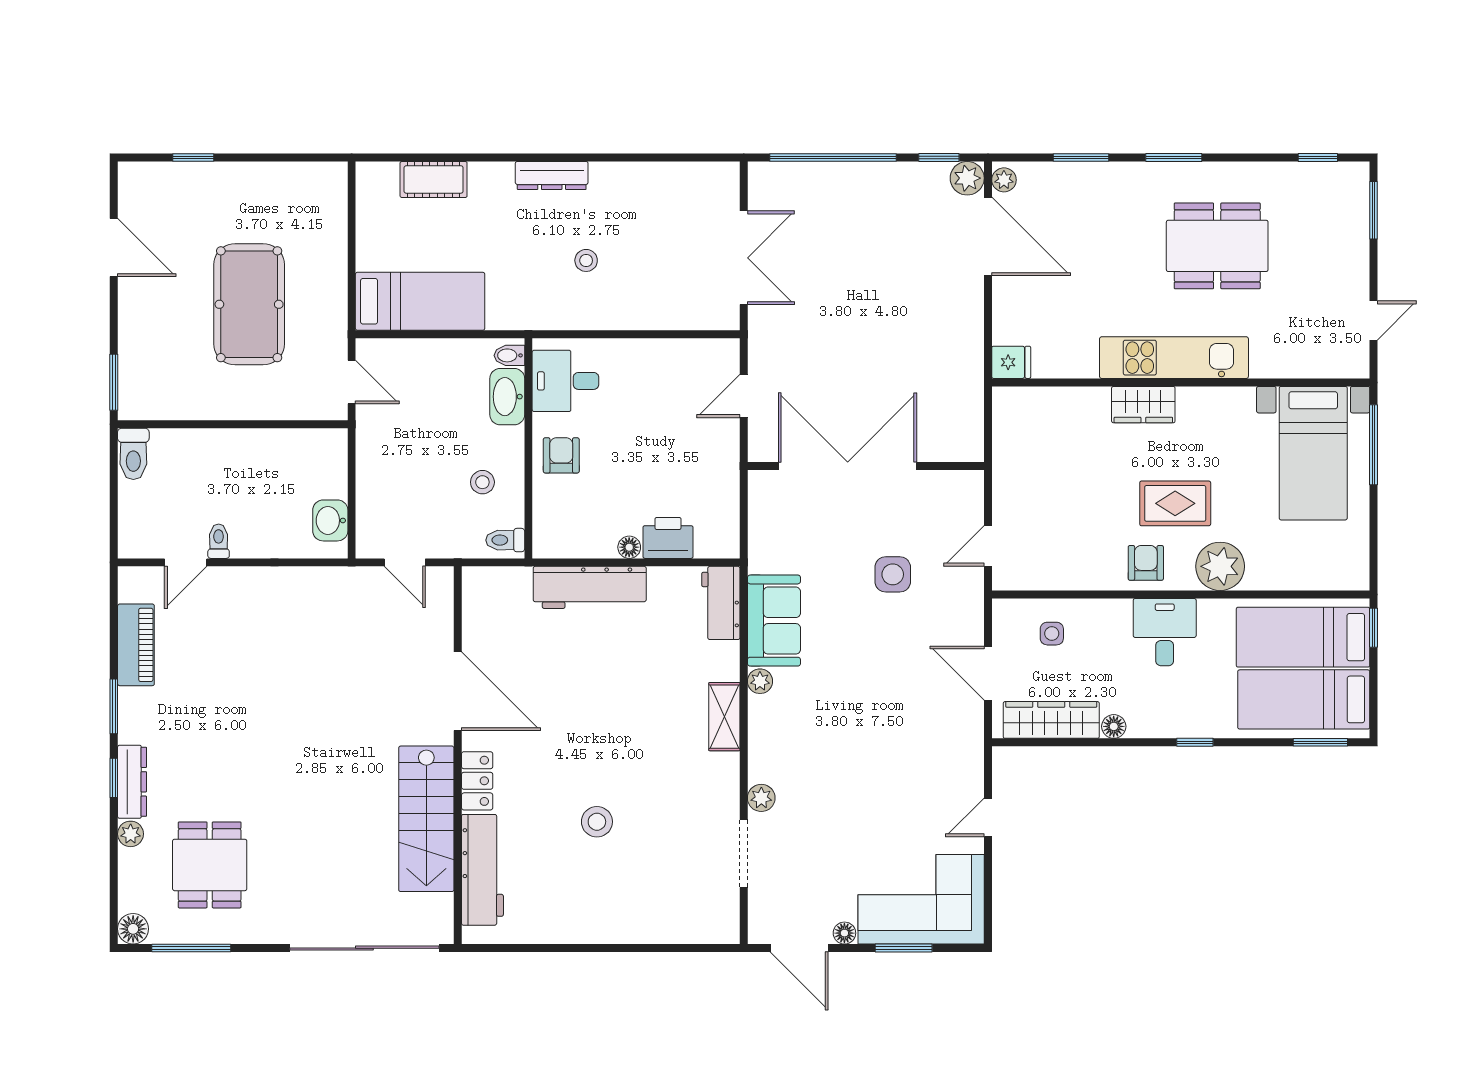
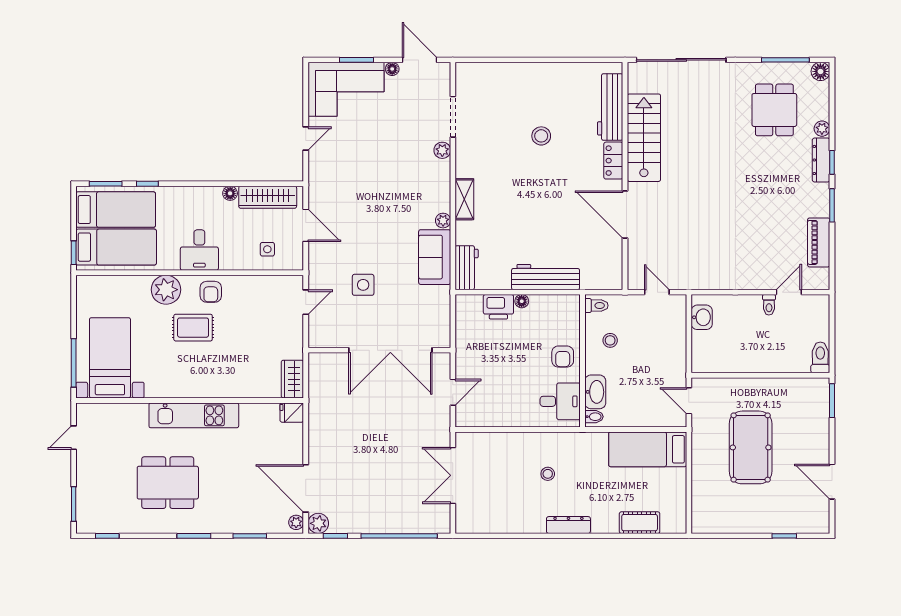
wardrobe: (1143, 405) -> (292, 379), moved, turned -90
window: (1195, 742) -> (147, 184), moved

